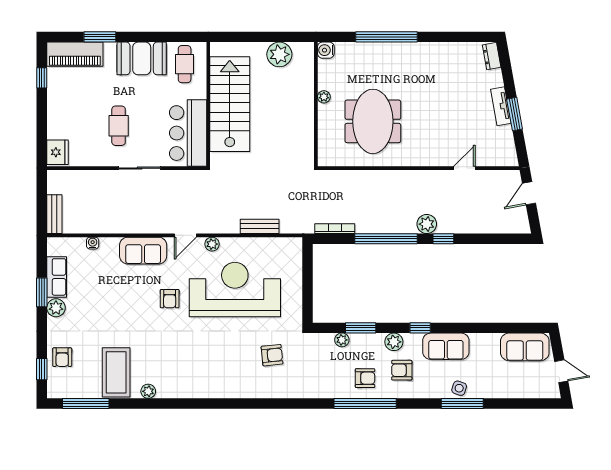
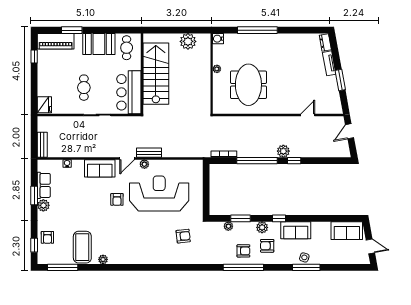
tv unit: (501, 106) -> (329, 63), moved
bench: (260, 226) -> (149, 153), moved

